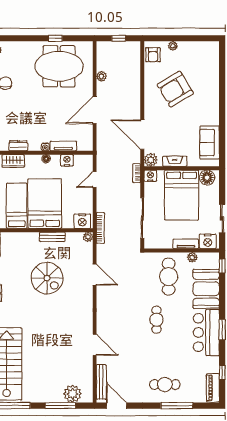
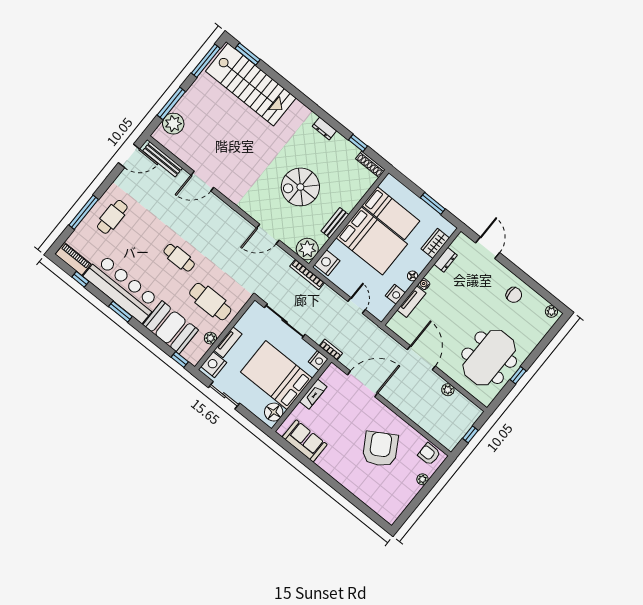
plant: (151, 160) -> (333, 373), removed
plant: (88, 237) -> (307, 249), width x1.87, depth x1.87
bar counter: (206, 332) -> (122, 288), width x1.36

